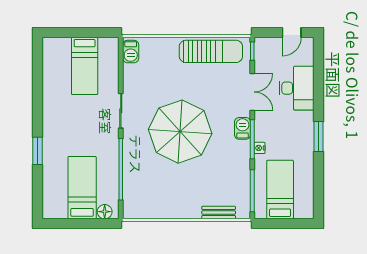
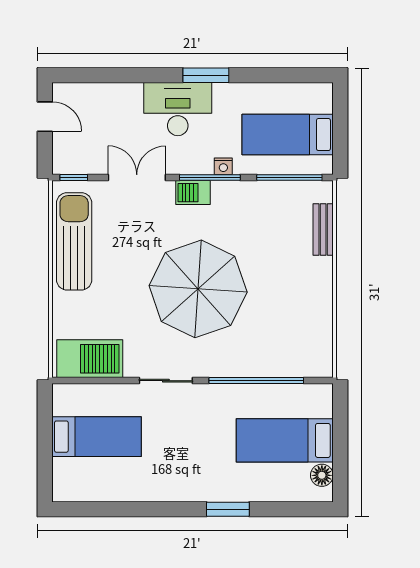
barbecue: (131, 52) -> (90, 359), width x1.88, depth x1.53
desk: (296, 88) -> (178, 109), moved
floor lamp: (105, 212) -> (322, 475), moved

